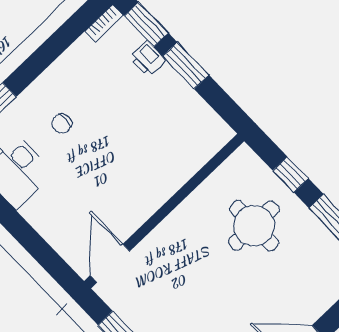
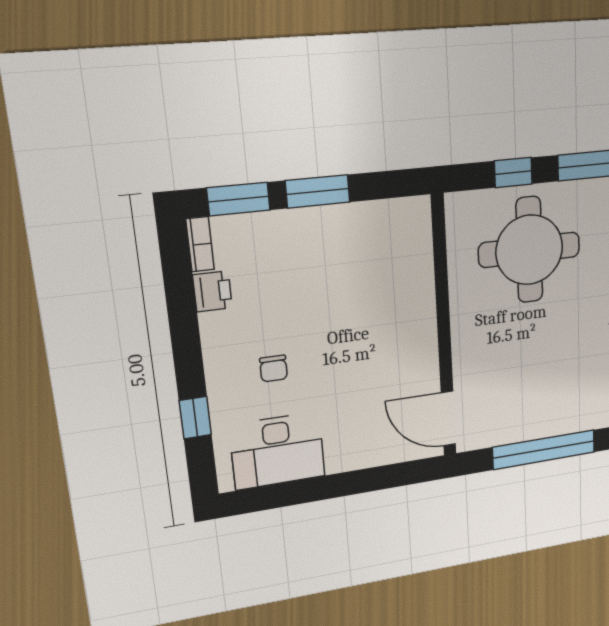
printer: (148, 59) -> (212, 291), moved, turned -90
round table: (254, 226) -> (529, 250), width x1.36, depth x1.36

